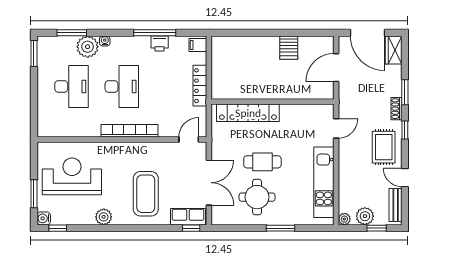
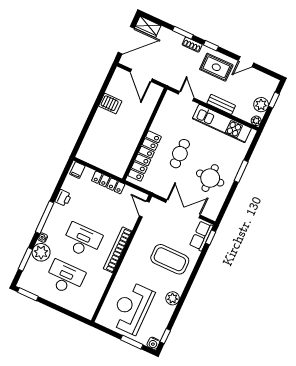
window: (155, 33) -> (45, 217), moved
cafe table: (262, 162) -> (180, 154), moved
bench: (396, 205) -> (221, 104), moved

